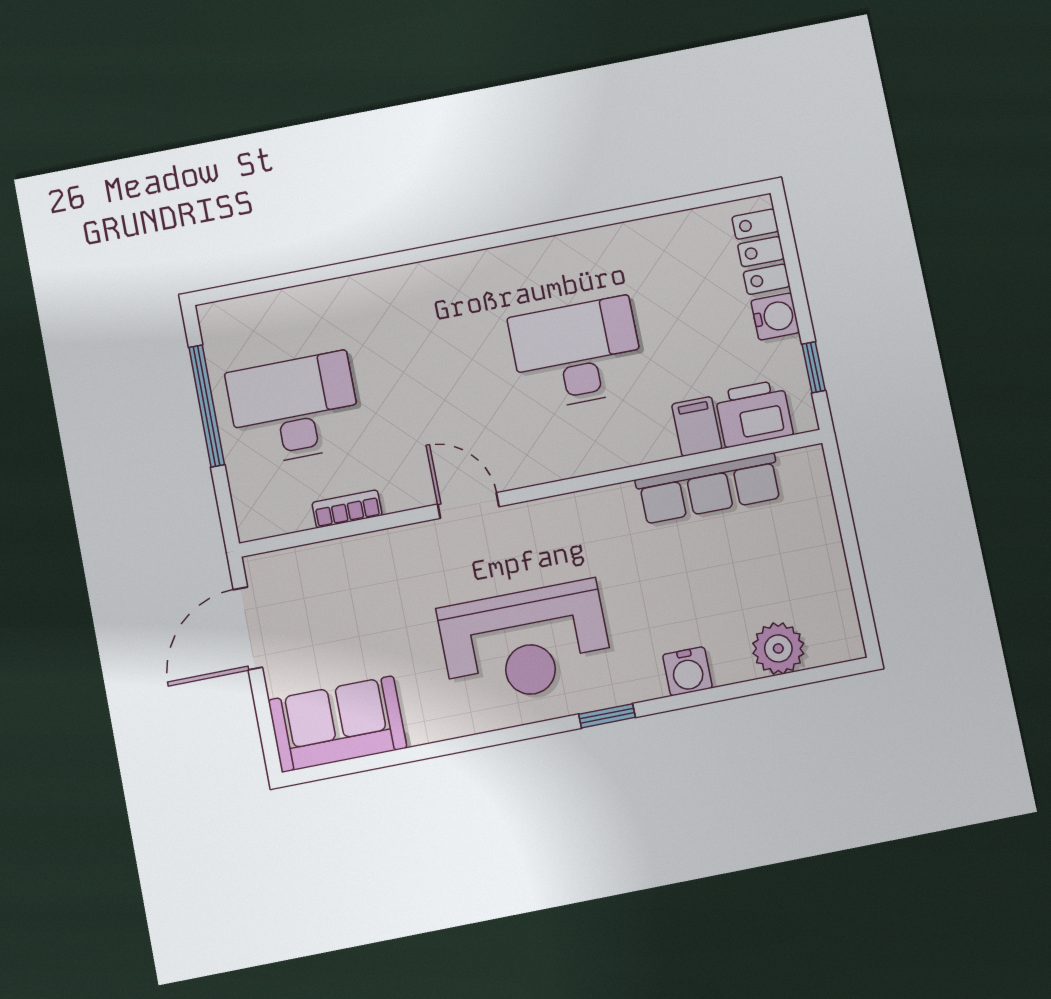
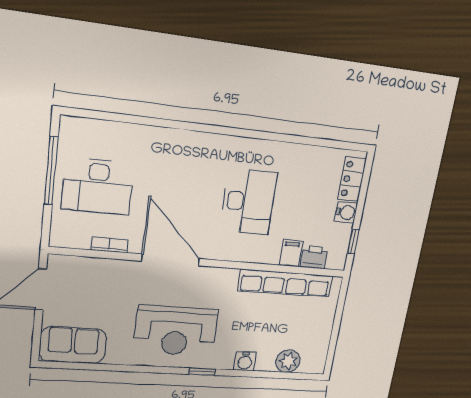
desk: (577, 353) -> (248, 202), turned 90
desk: (294, 409) -> (98, 186), turned 180
printer: (754, 414) -> (314, 257), width x0.73, depth x0.81
row of seats: (709, 489) -> (285, 283), width x1.36
door: (468, 505) -> (170, 260), width x1.88

